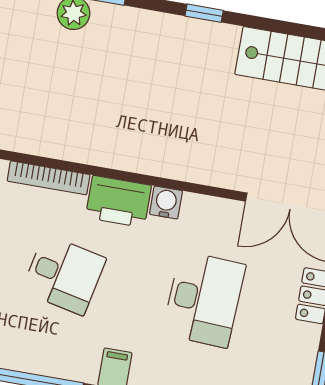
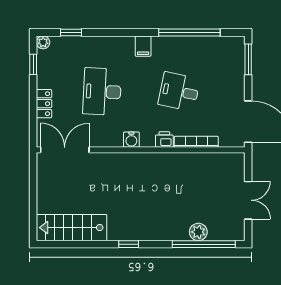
printer: (119, 201) -> (164, 140), width x0.53, depth x0.68

